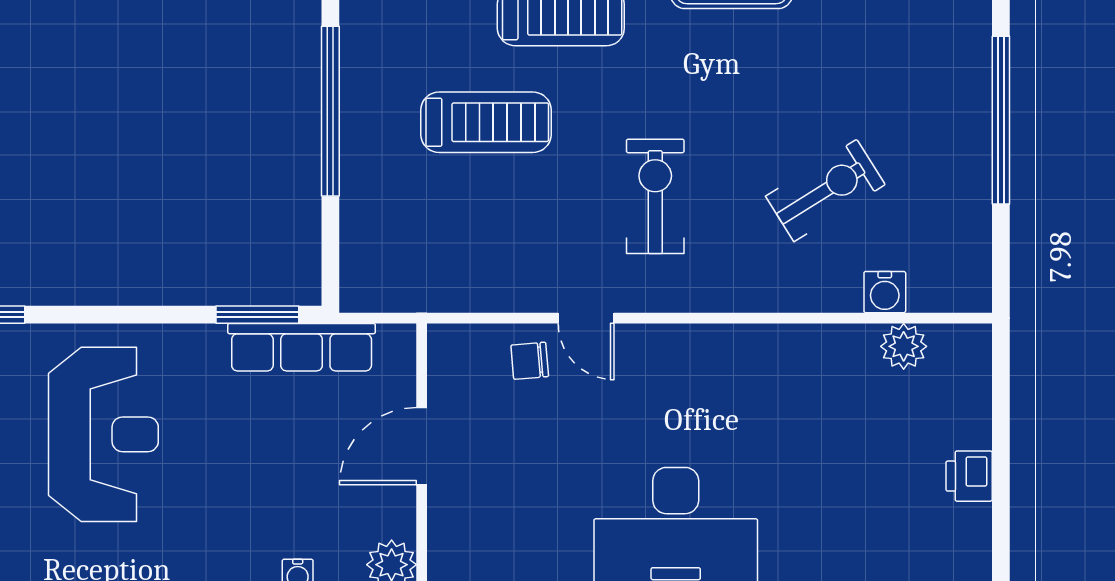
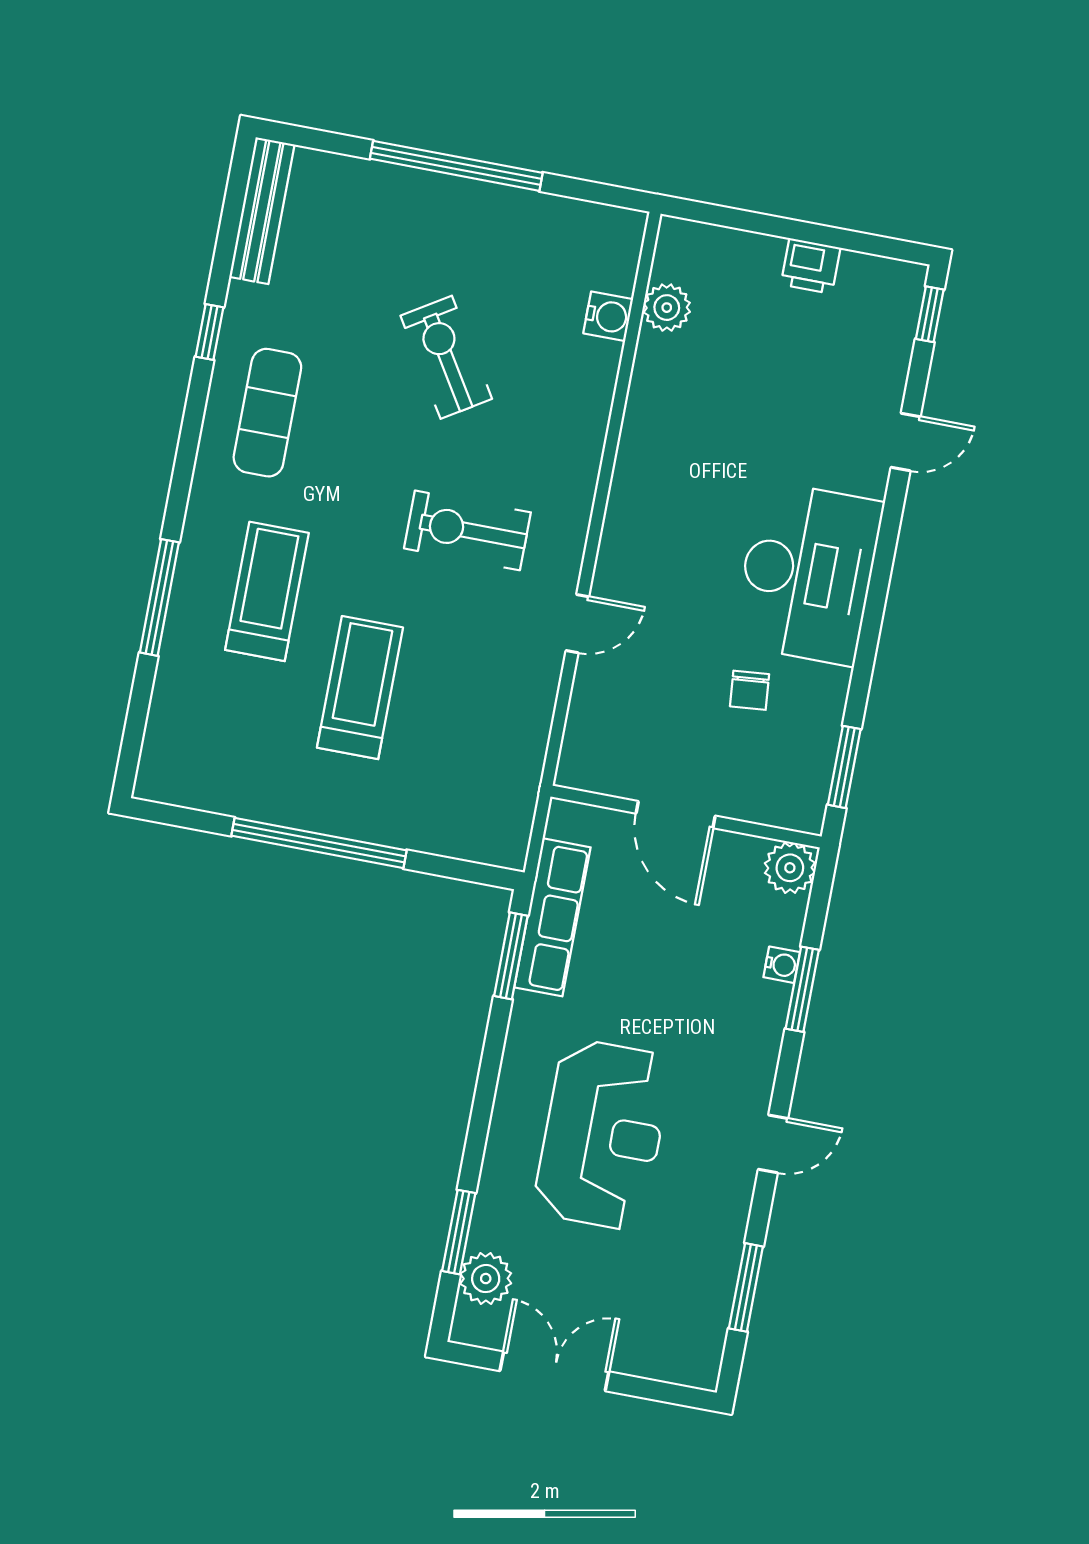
exercise bike: (825, 190) -> (446, 357), moved
chair: (530, 361) -> (750, 690), moved
reception desk: (103, 434) -> (603, 1135), turned 90

